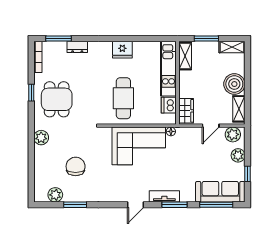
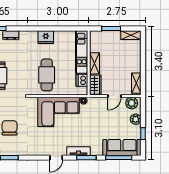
shelving: (185, 56) -> (95, 63), moved
boiler: (234, 84) -> (133, 64), removed

